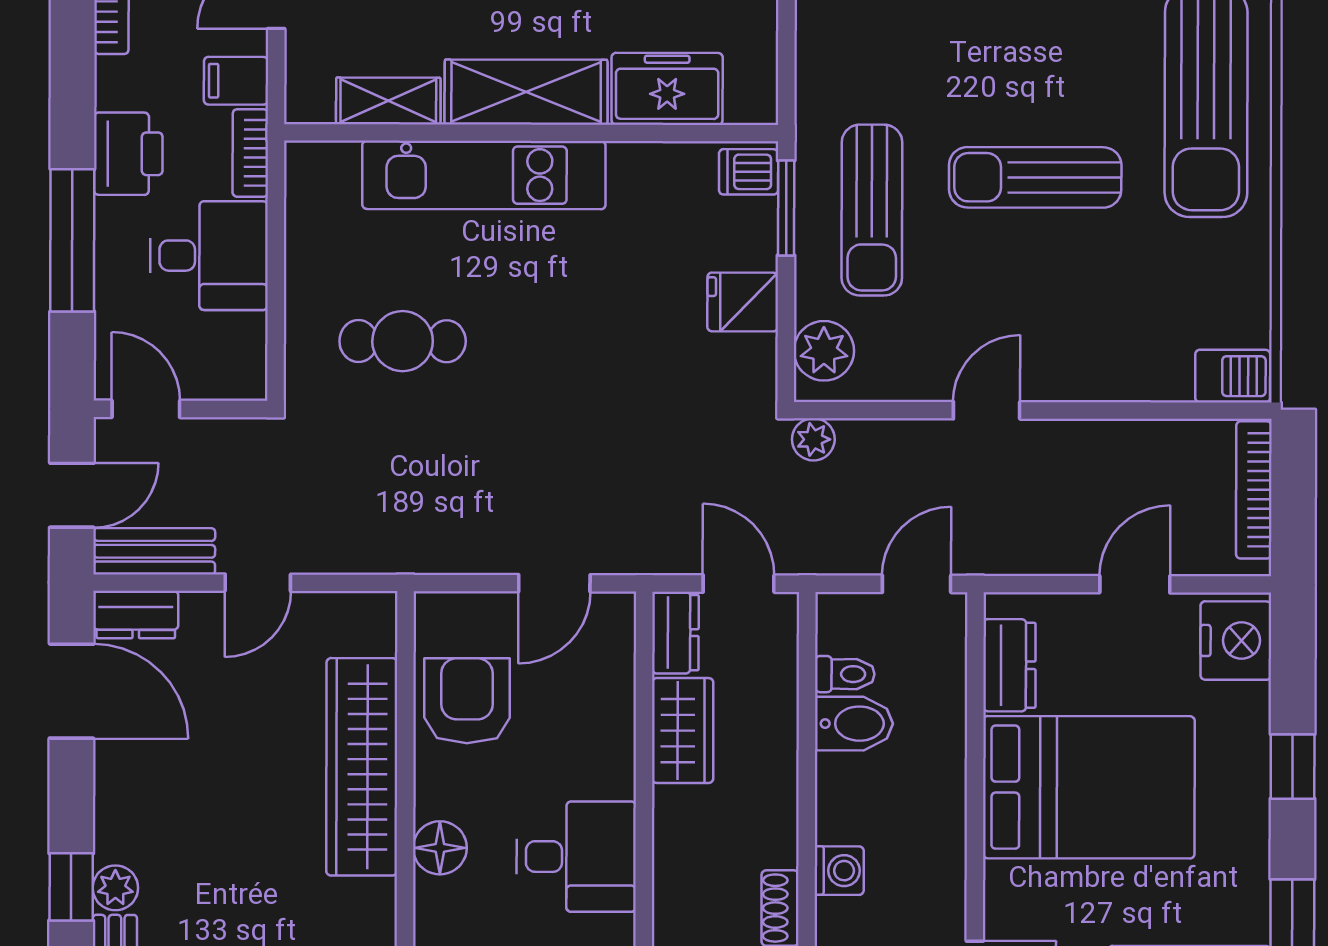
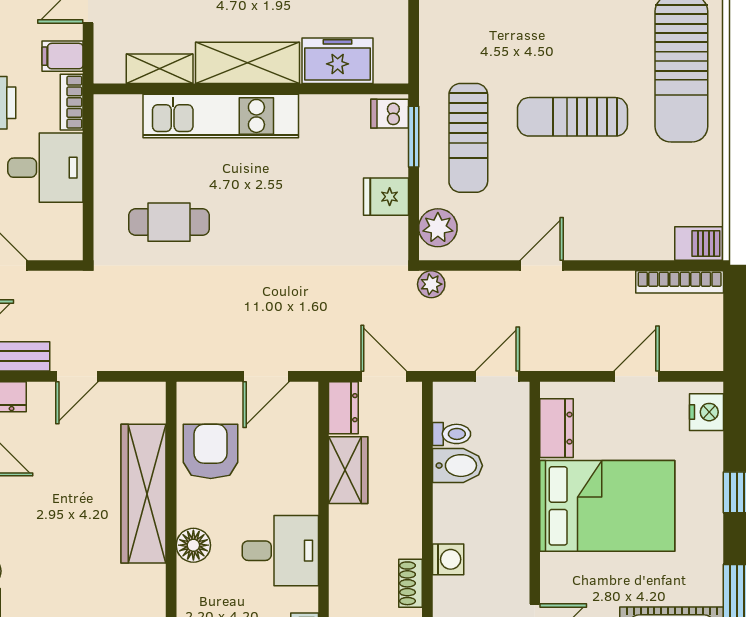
bookcase: (1254, 490) -> (680, 282), moved, turned -90
nightstand: (1236, 641) -> (707, 412), width x0.74, depth x0.75

